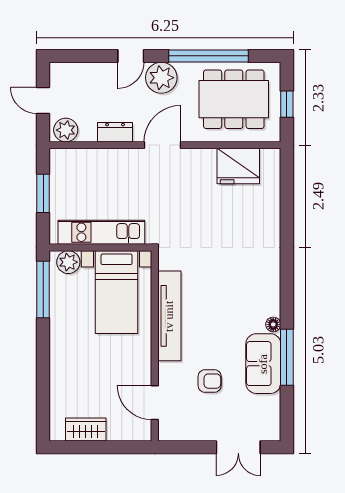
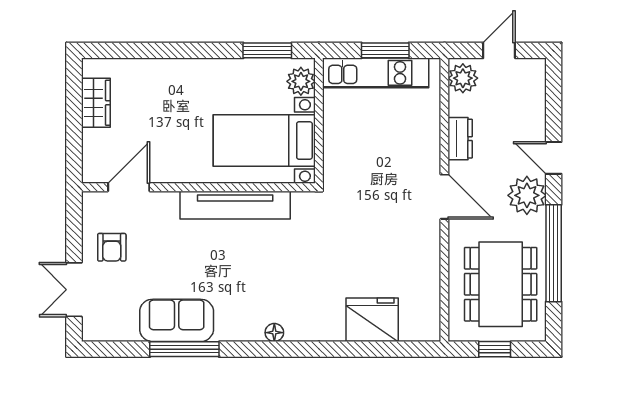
fridge: (238, 166) -> (372, 320), moved, turned 90
kitchen unit: (101, 232) -> (376, 73), moved, turned 90
window: (43, 290) -> (267, 50), width x0.69
floor lamp: (273, 324) -> (274, 333), moved
armchair: (210, 381) -> (112, 247), moved

